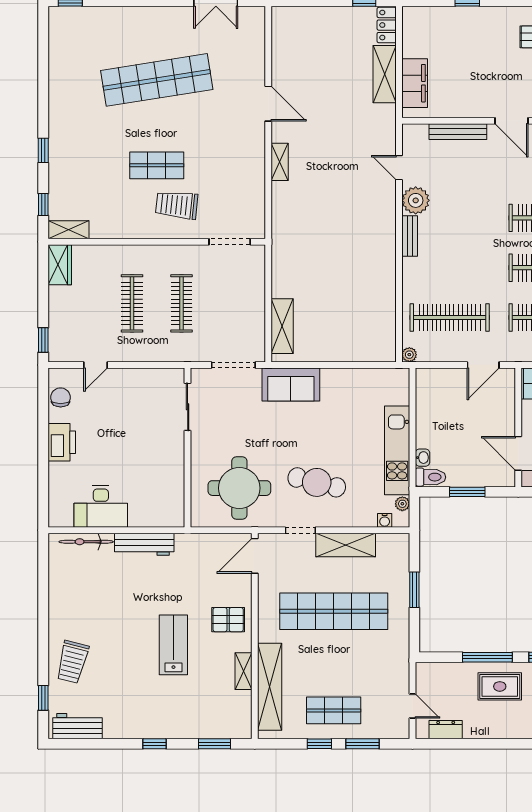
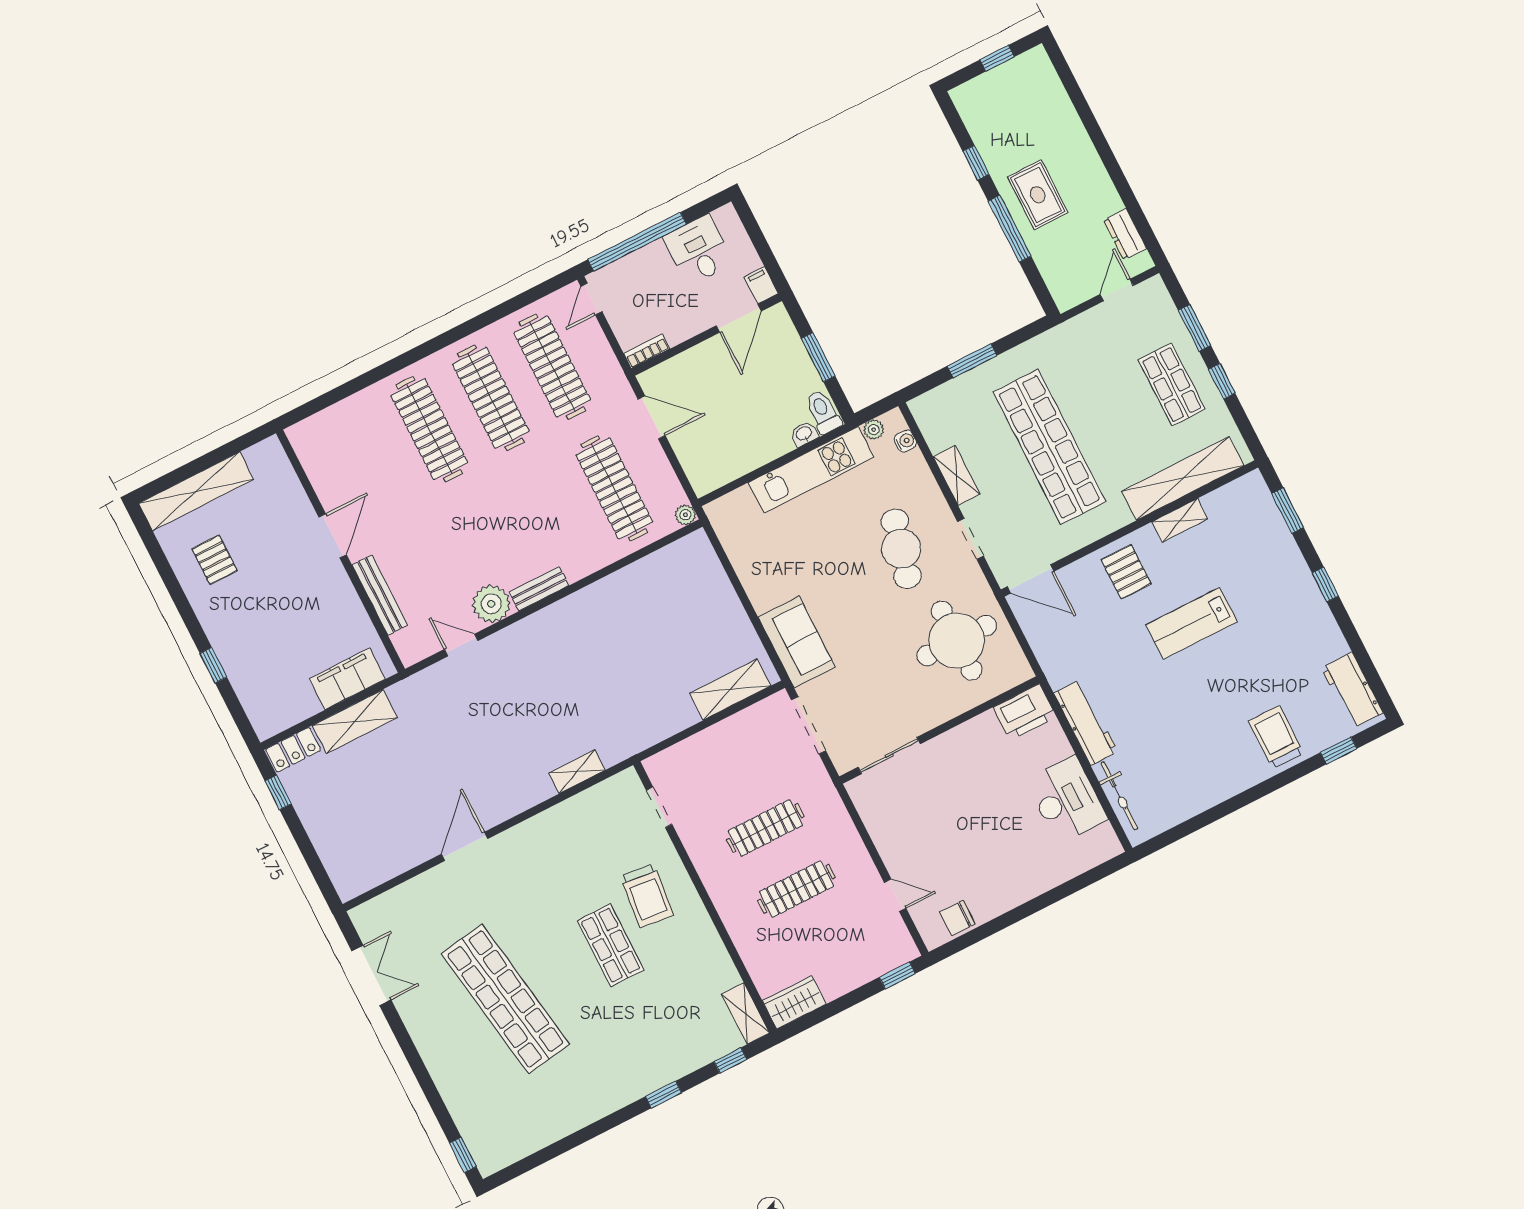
shelving: (280, 162) -> (577, 771), moved
door: (399, 168) -> (461, 645), swing flipped
doorway: (230, 242) -> (659, 807), width x0.73
printer: (62, 442) -> (1025, 712), moved, turned 180
shelving: (346, 545) -> (957, 475), width x0.67, depth x0.75
trolley: (72, 662) -> (1276, 737), turned -104

